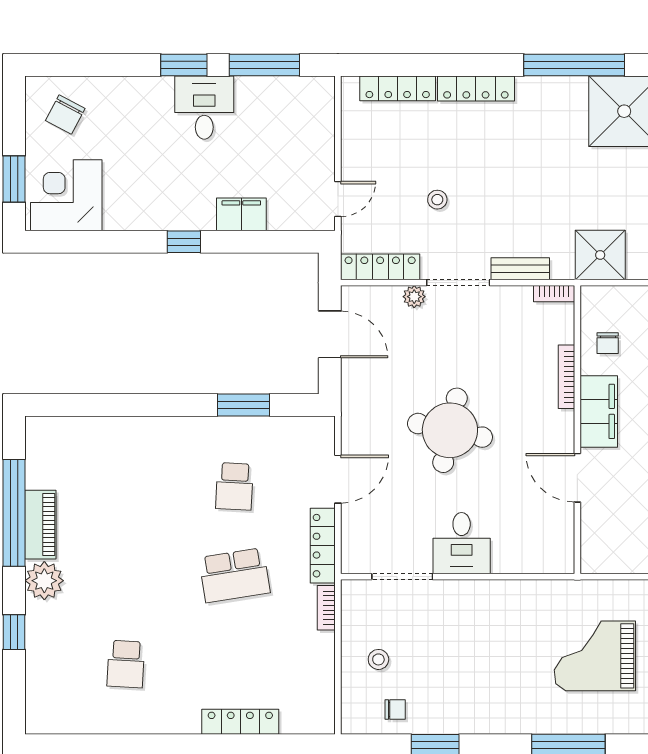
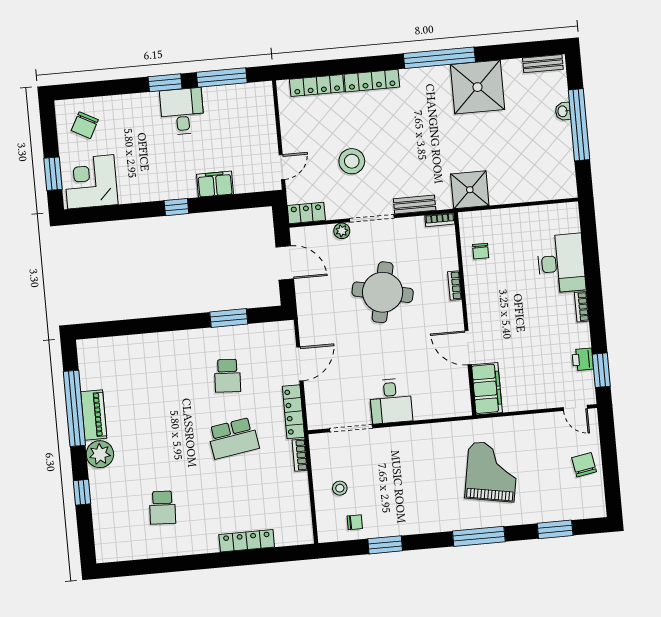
stool: (437, 200) -> (352, 161), width x1.89, depth x1.89
locker: (380, 267) -> (306, 213), width x0.66
bookcase: (567, 377) -> (455, 285), width x0.64
filing cabinet: (599, 411) -> (487, 389), moved
round table: (450, 430) -> (383, 292), moved
grand piano: (595, 656) -> (492, 472), turned 100

